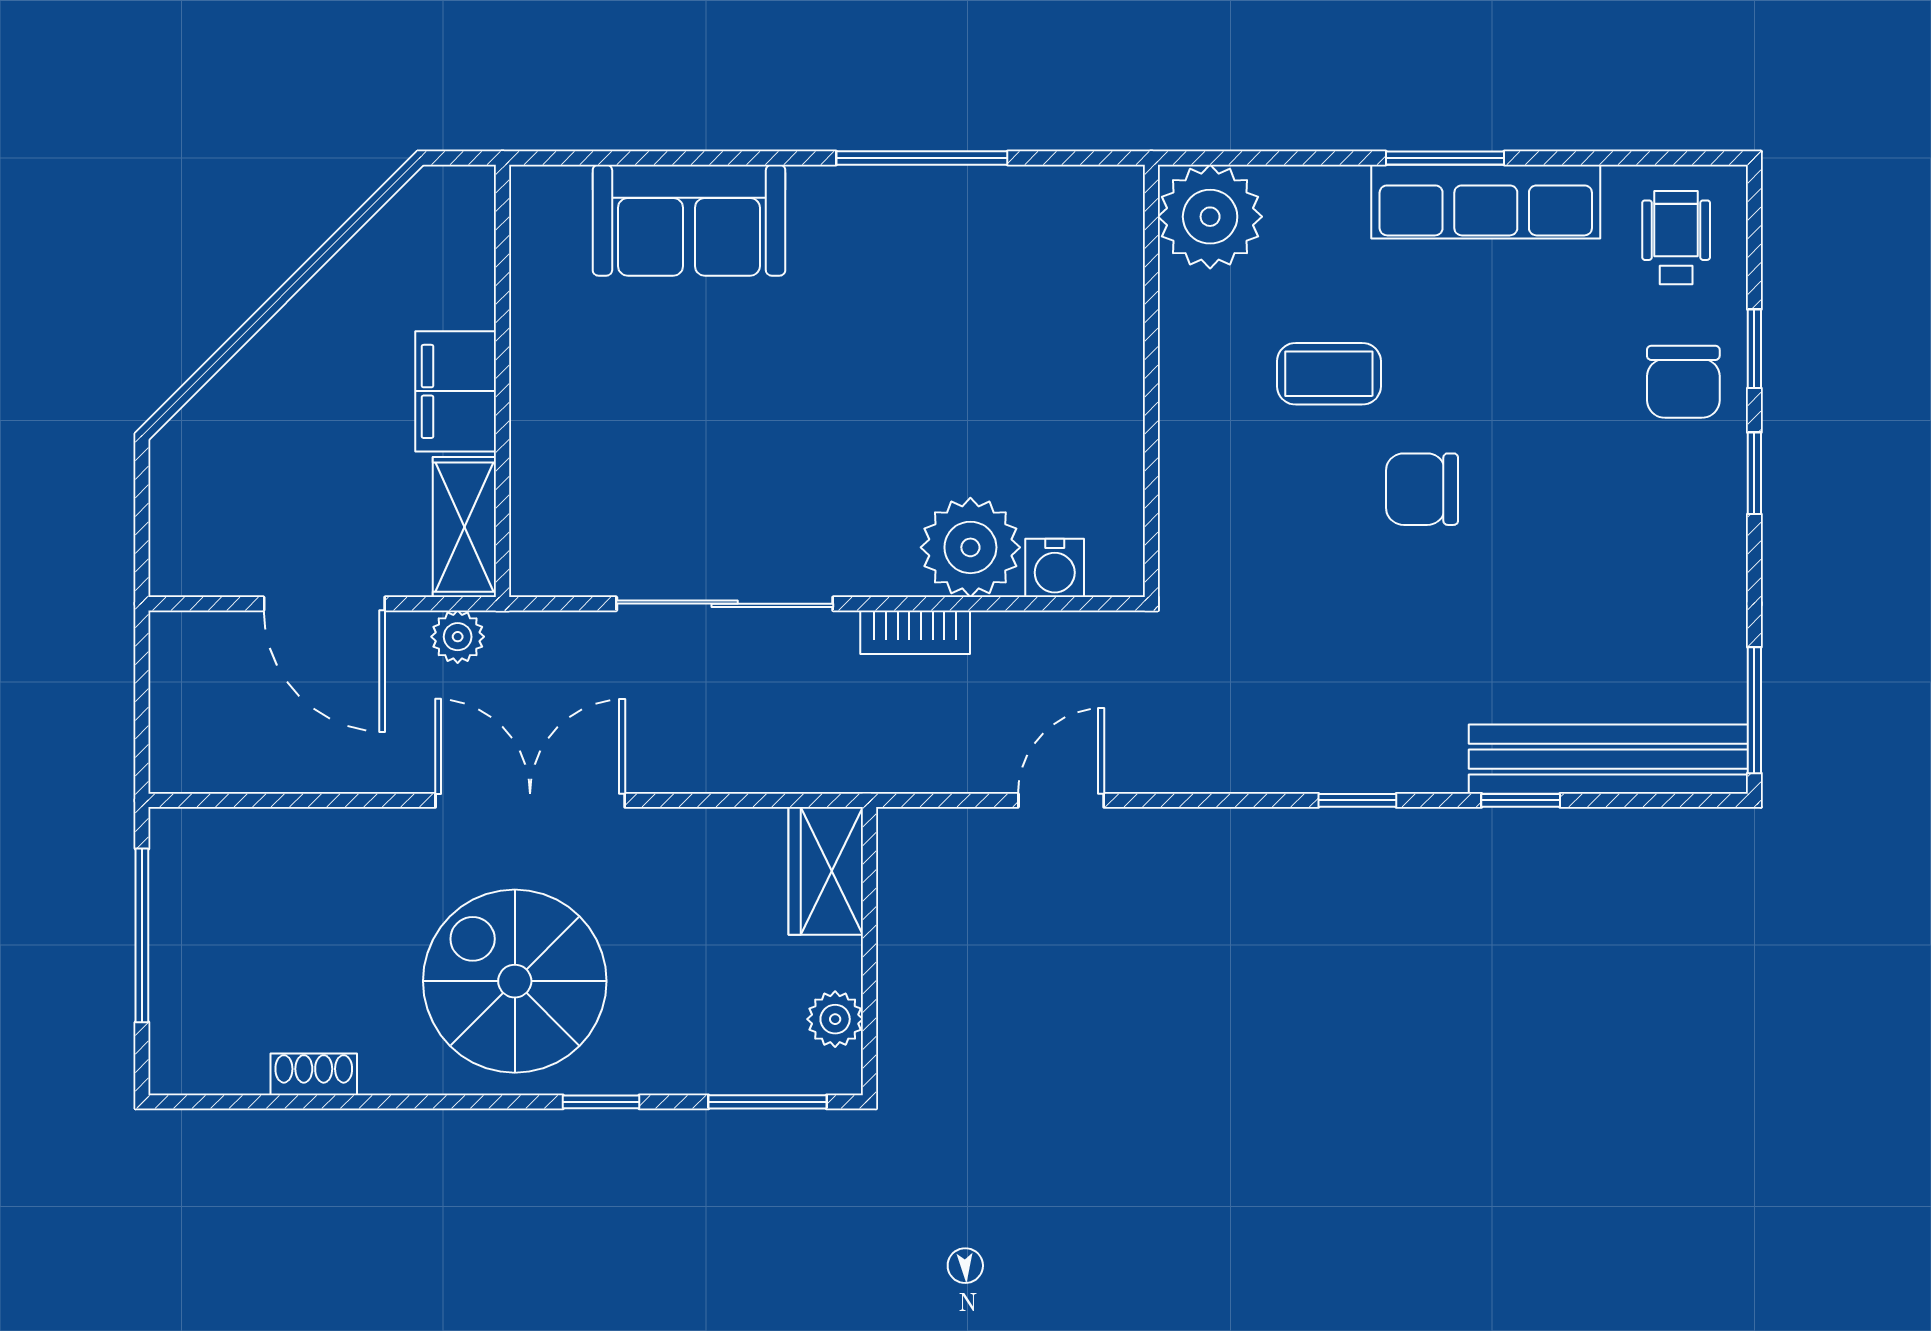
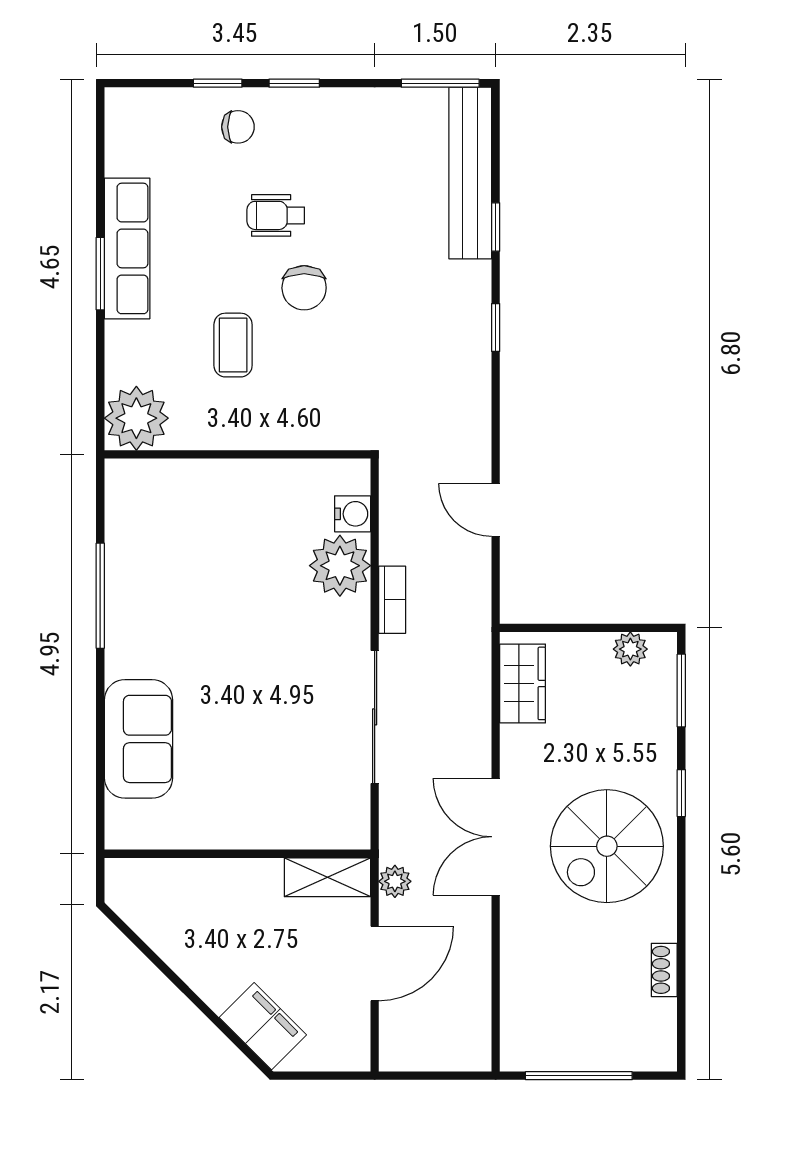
wheelchair: (1676, 238) -> (276, 215), moved
chair: (1683, 382) -> (238, 127), width x0.73, depth x0.73
filing cabinet: (456, 391) -> (263, 1026), moved, turned -135
wardrobe: (826, 871) -> (523, 683), moved, turned -90

